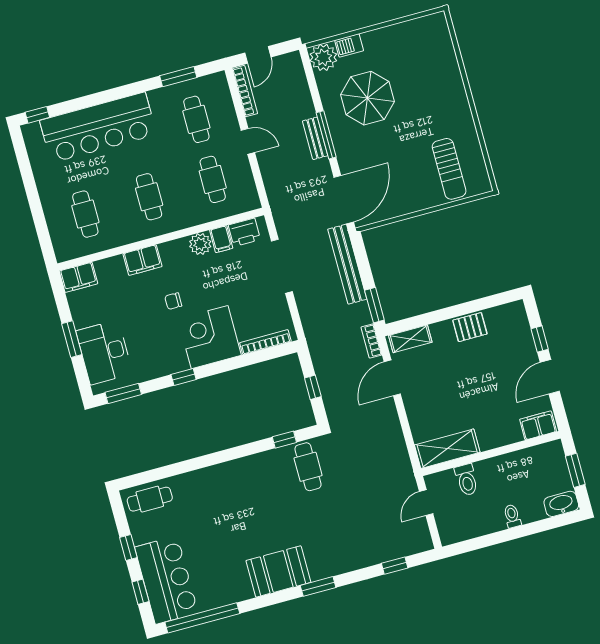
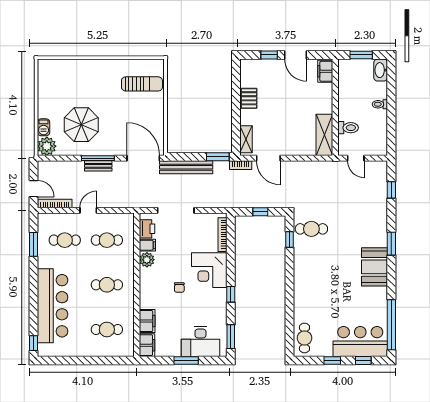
filing cabinet: (142, 260) -> (147, 321), moved

